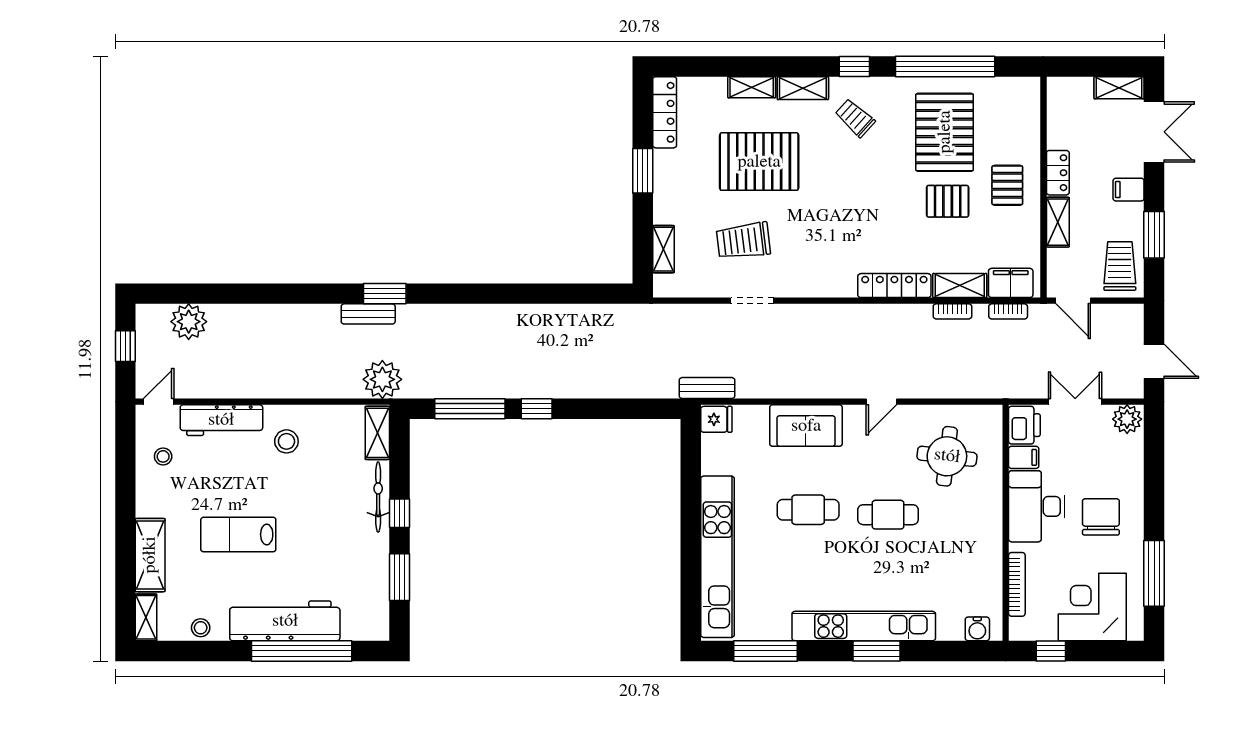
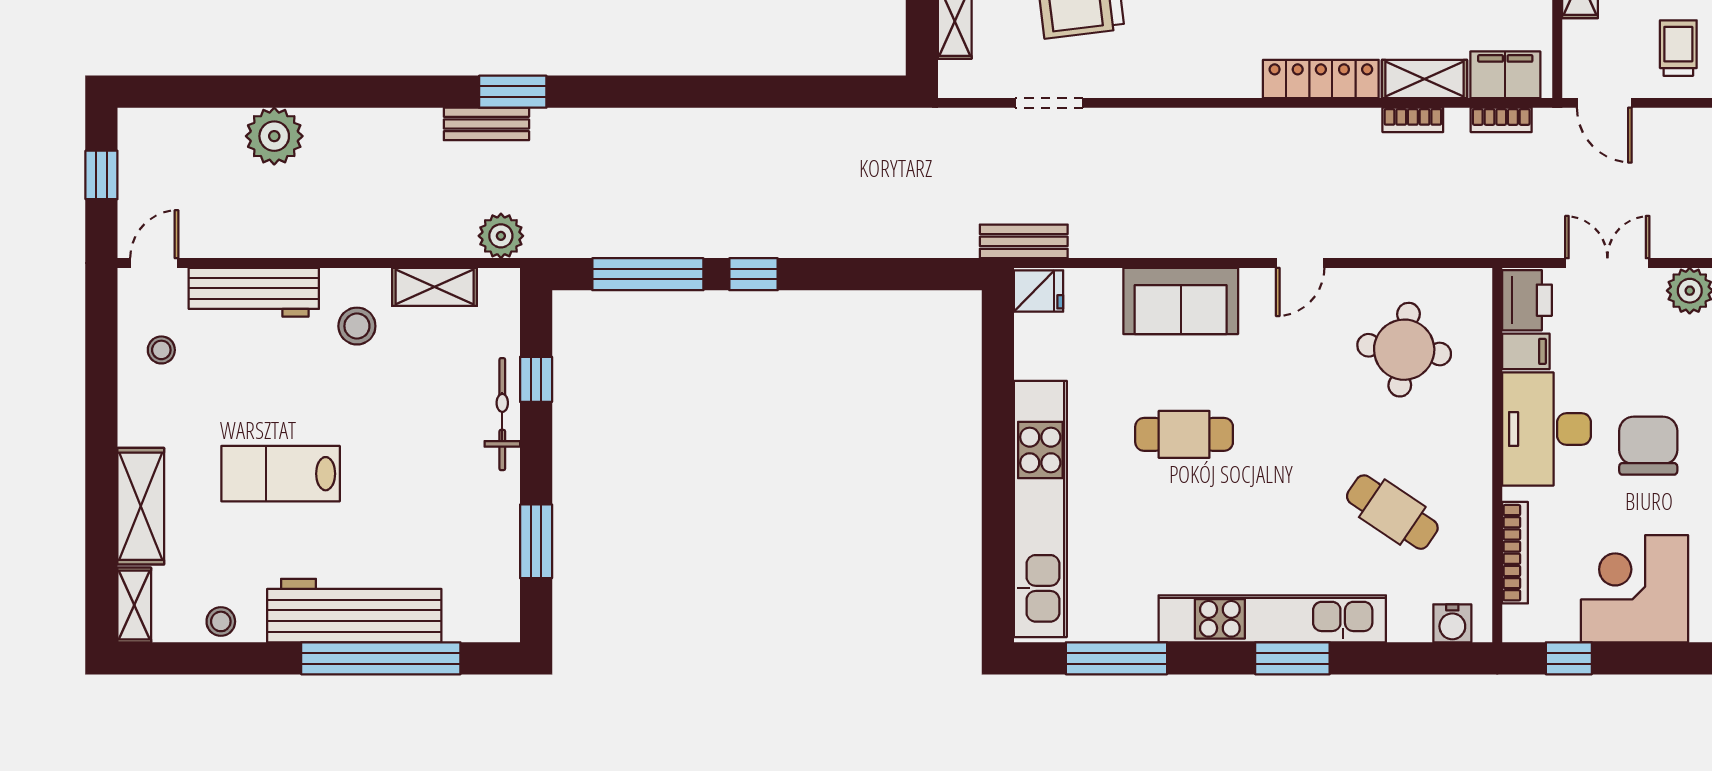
trolley: (1120, 266) -> (1678, 48), width x0.73, depth x0.72
doorway: (752, 301) -> (1049, 103), moved
plant: (189, 322) -> (274, 136), moved
plant: (382, 379) -> (501, 236), width x0.73, depth x0.73
shelving: (377, 433) -> (435, 287), moved, turned 90
window: (399, 513) -> (536, 379), moved
cafe table: (888, 515) -> (1392, 512), moved, turned 34

